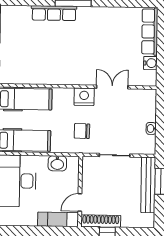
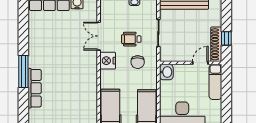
wheelchair: (108, 124) -> (131, 39), added
washbasin: (57, 163) -> (166, 72), moved
door: (80, 202) -> (200, 63), swing flipped

